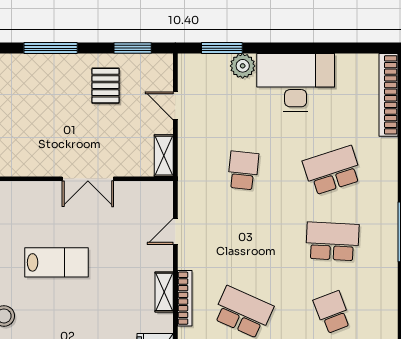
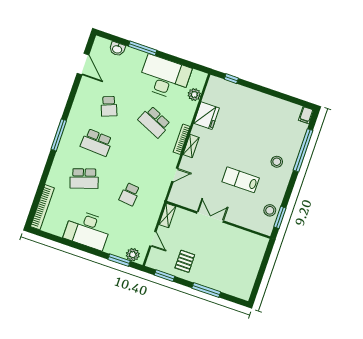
plant: (243, 66) -> (133, 255), moved

